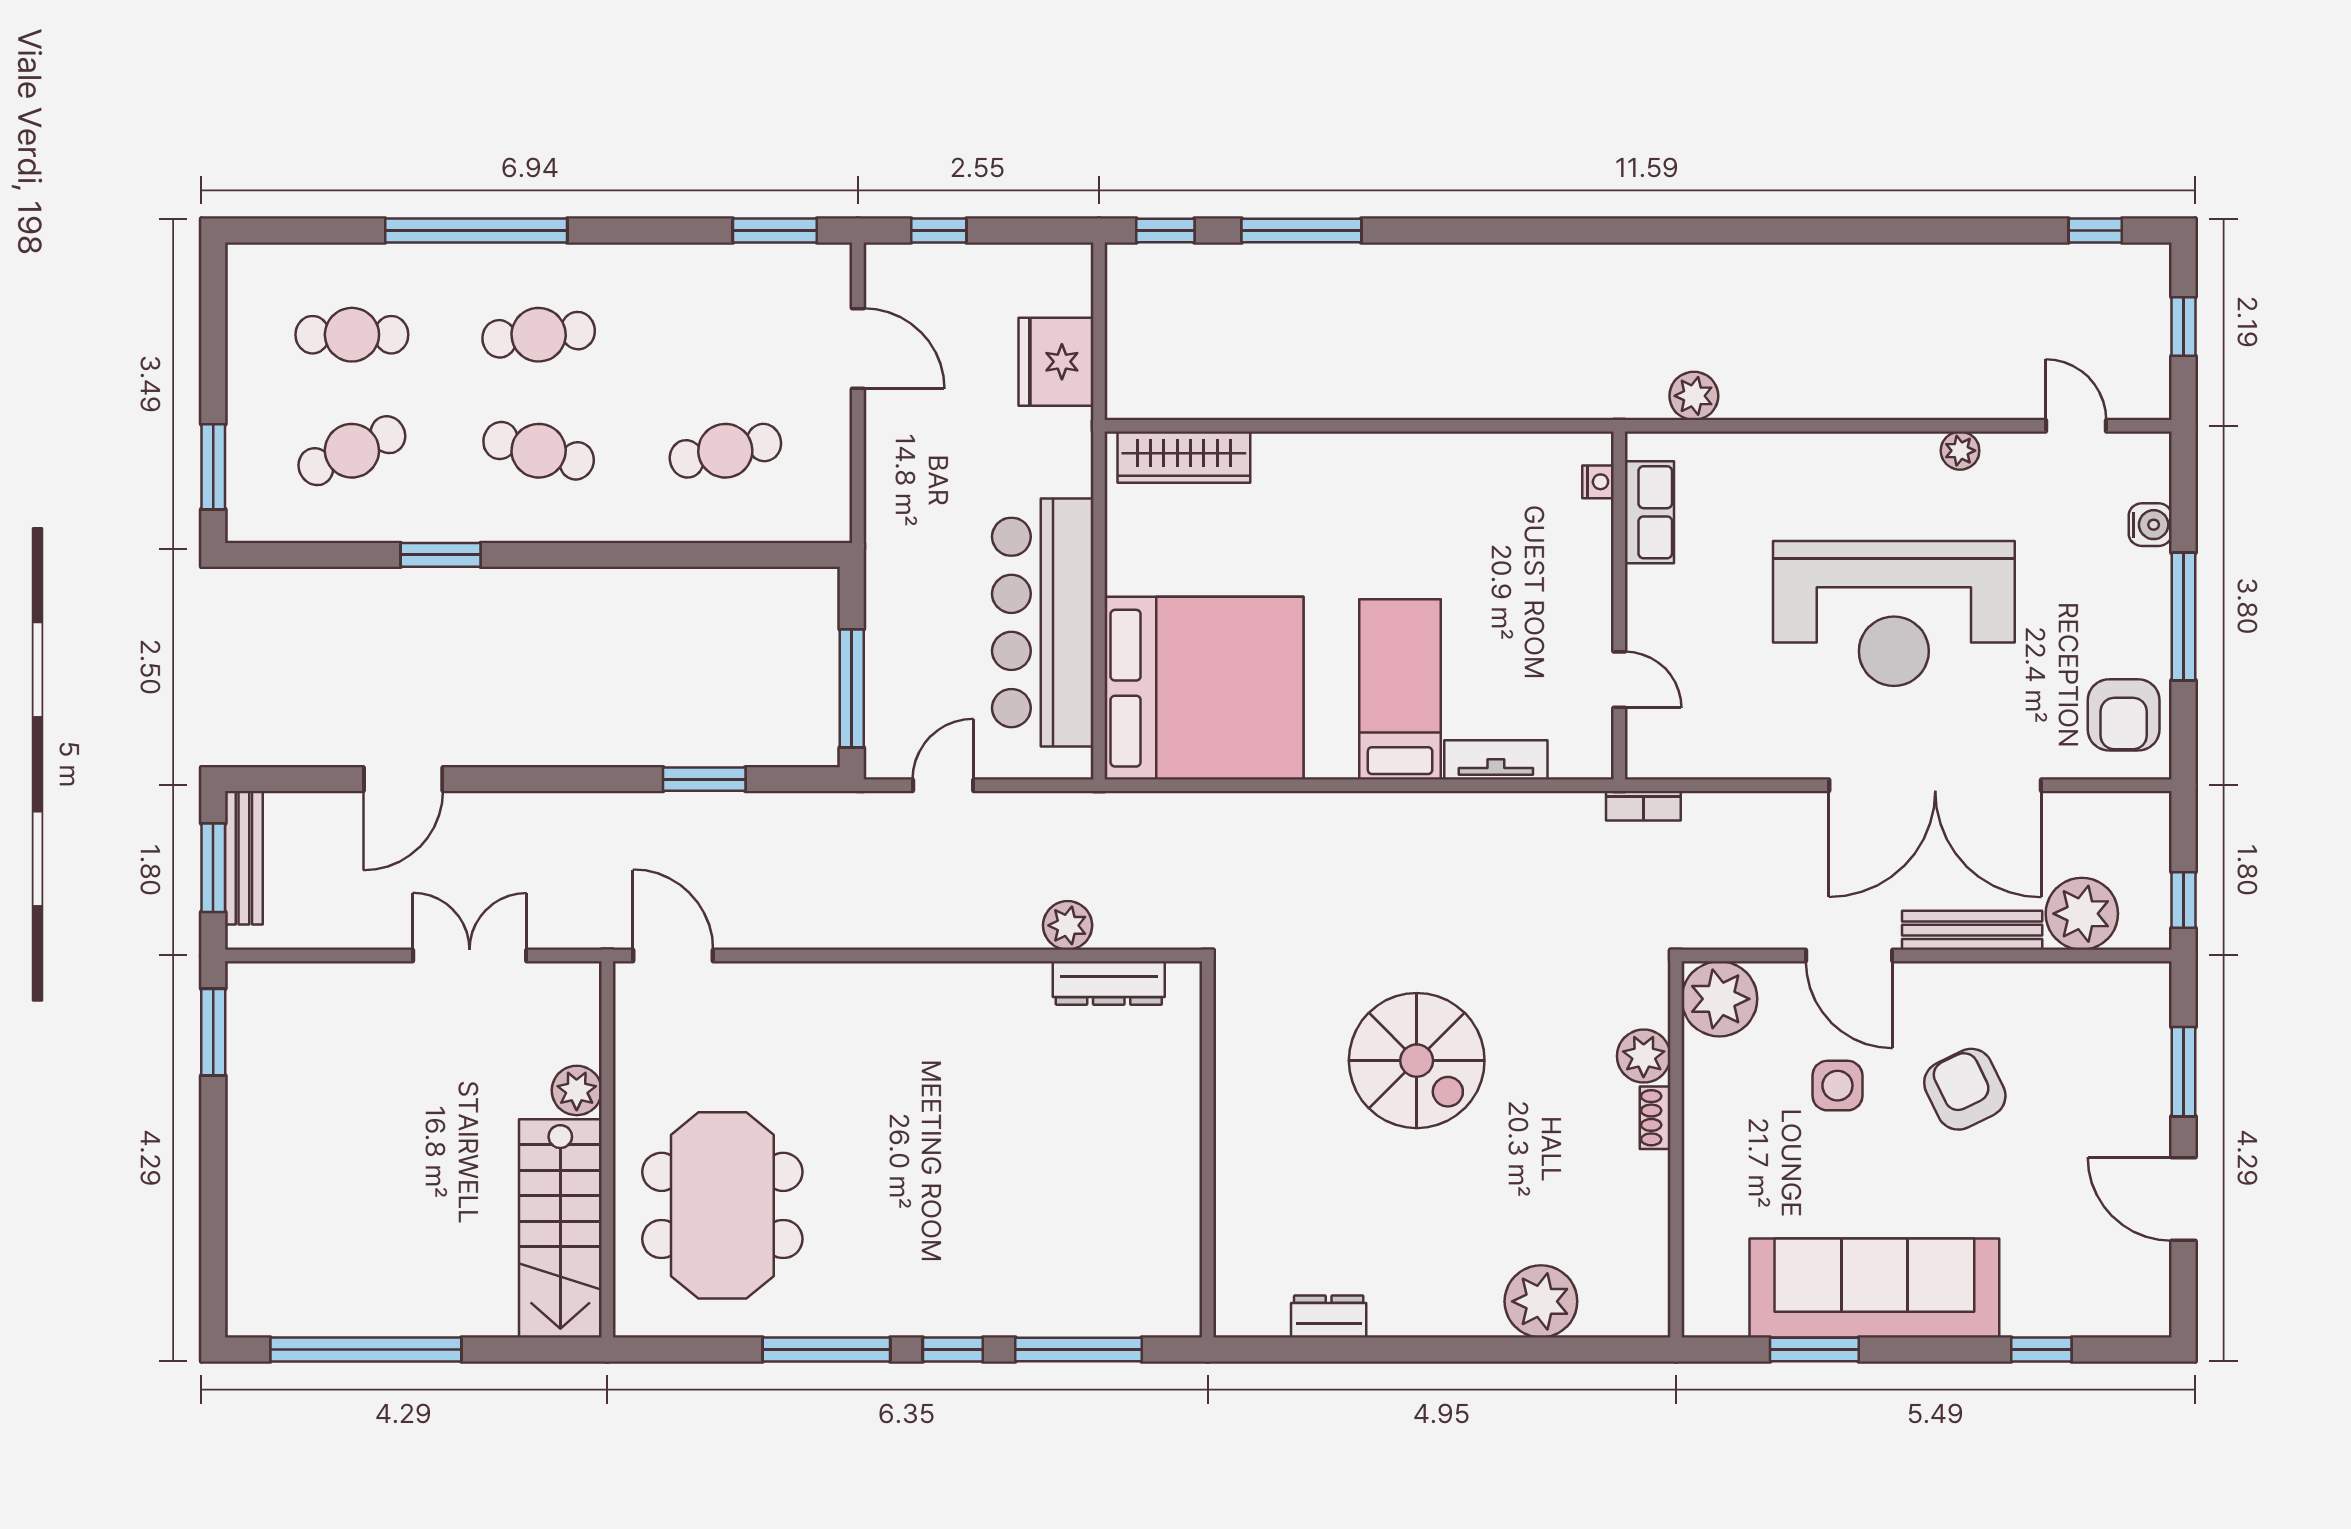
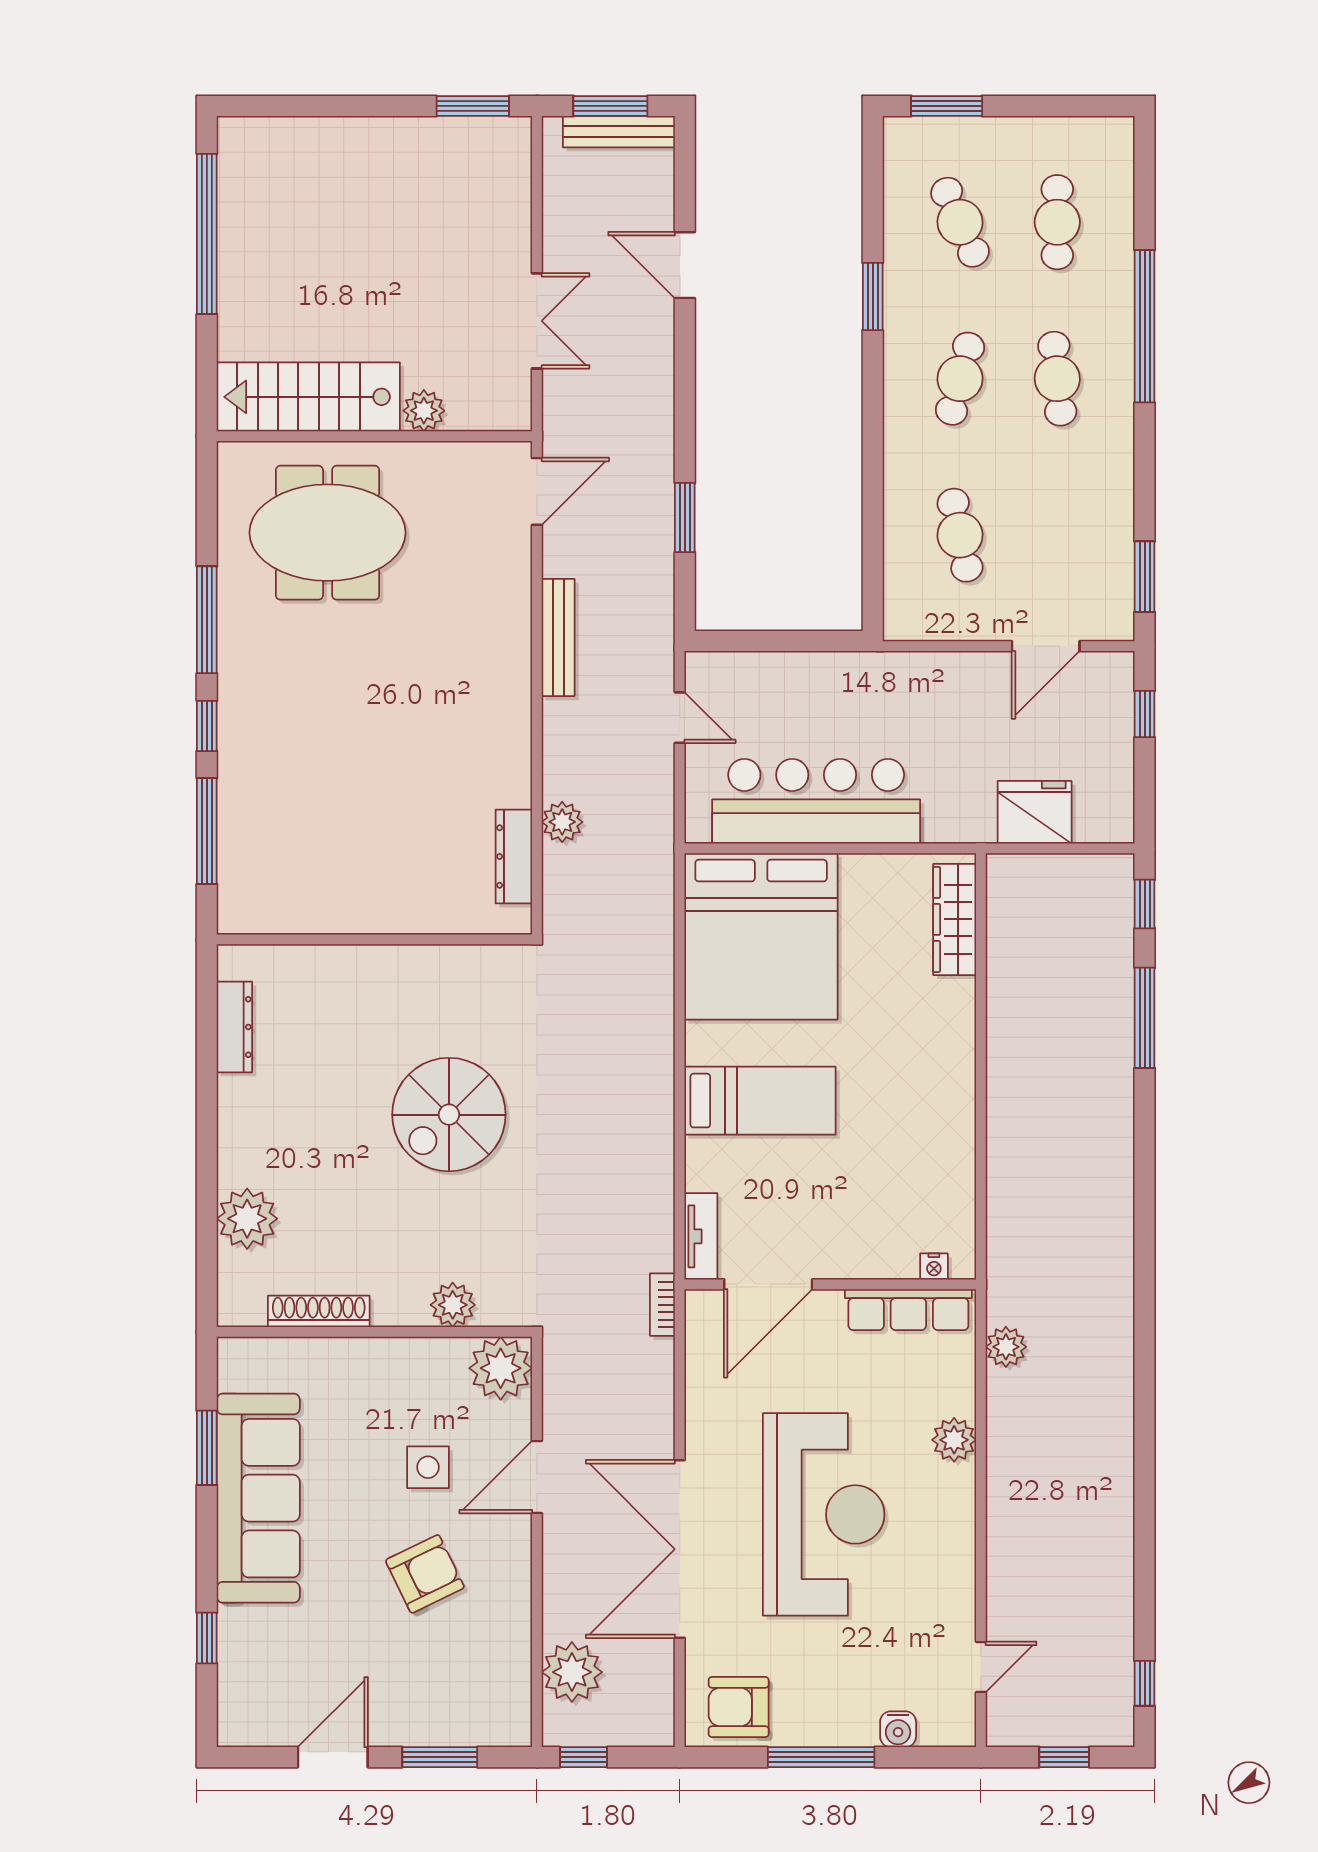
plant: (1960, 451) -> (954, 1440), moved, width x1.38, depth x1.38
row of seats: (1649, 512) -> (908, 1310), width x1.48
reception desk: (1894, 613) -> (824, 1514), turned 180
door: (1619, 680) -> (768, 1284), width x1.87
window: (852, 688) -> (761, 641), removed
tv unit: (1496, 760) -> (701, 1236), moved
bench: (1972, 930) -> (558, 637), moved
shoe rack: (1655, 1118) -> (319, 1311), moved, width x1.94, depth x1.24
dresser: (1329, 1316) -> (234, 1027), width x1.44

